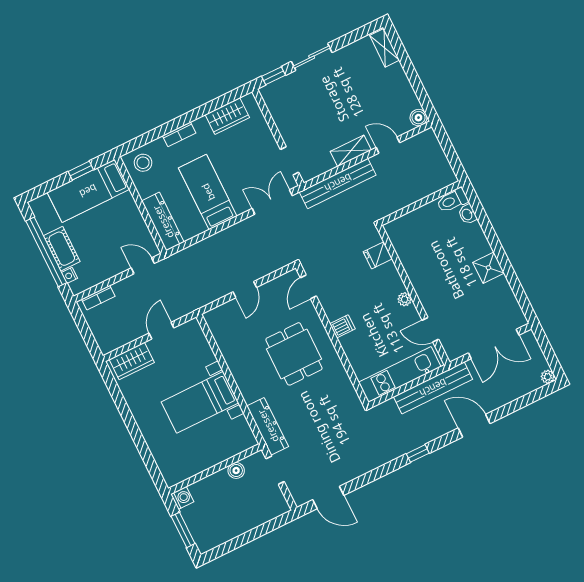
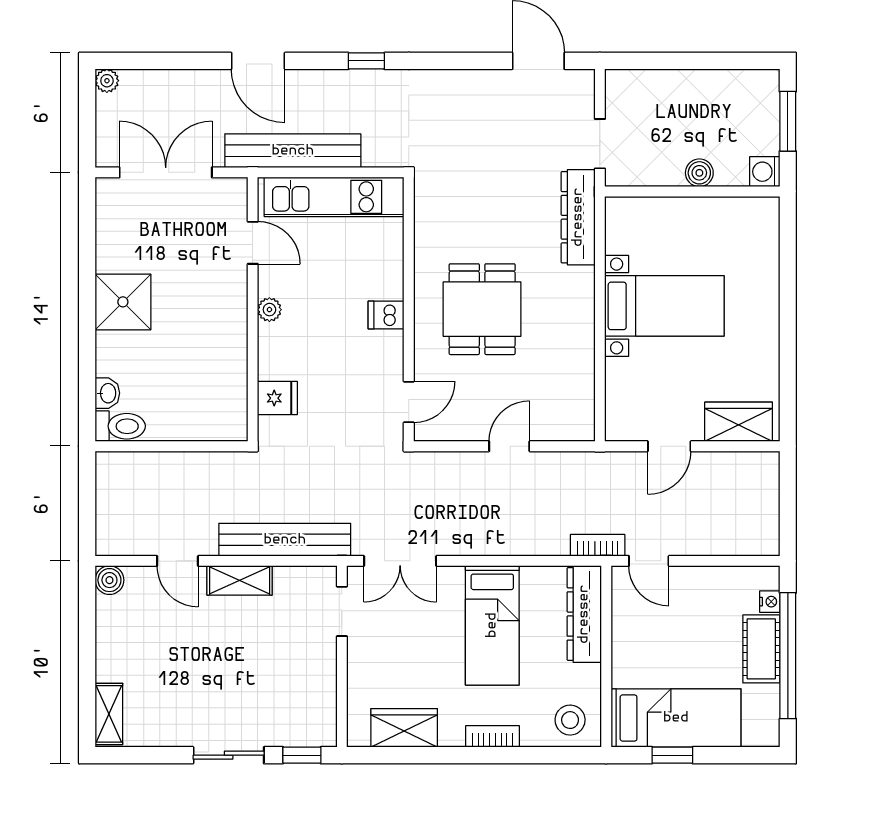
shower: (488, 268) -> (123, 302), width x1.36, depth x1.36
bookcase: (98, 298) -> (598, 545), moved
boiler: (236, 471) -> (699, 173), moved

